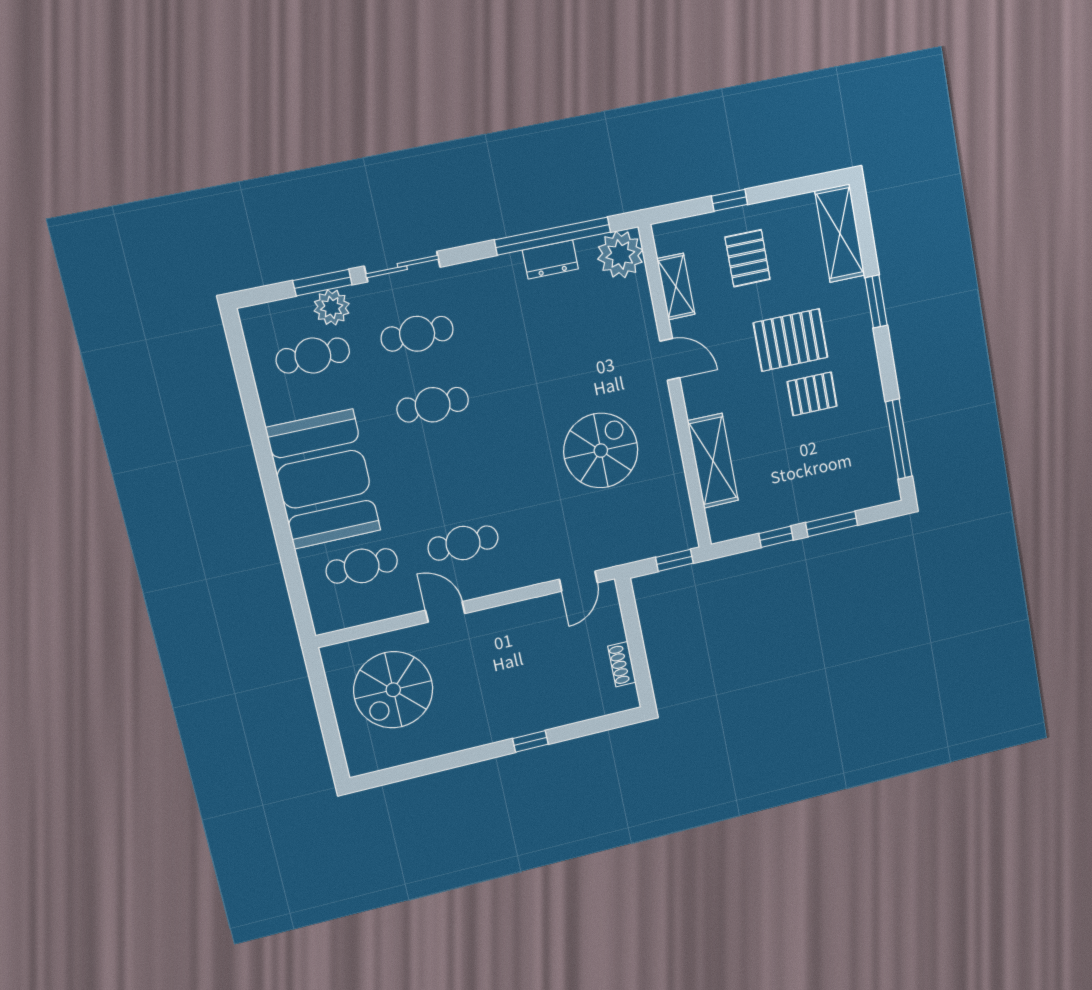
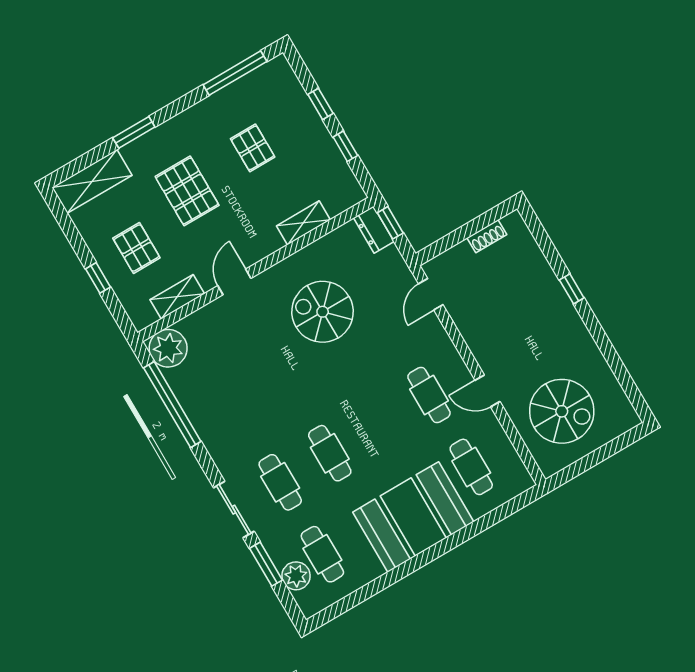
pallet: (748, 258) -> (136, 248), turned 90
dresser: (550, 259) -> (374, 230), moved, turned 180
plant: (332, 307) -> (296, 576), moved
pallet: (812, 394) -> (253, 148), moved
shelving: (713, 461) -> (303, 223), width x0.67, depth x0.75
window: (832, 524) -> (320, 104), width x0.67
door: (578, 581) -> (431, 294), swing flipped
door: (445, 612) -> (487, 391), hinge flipped

